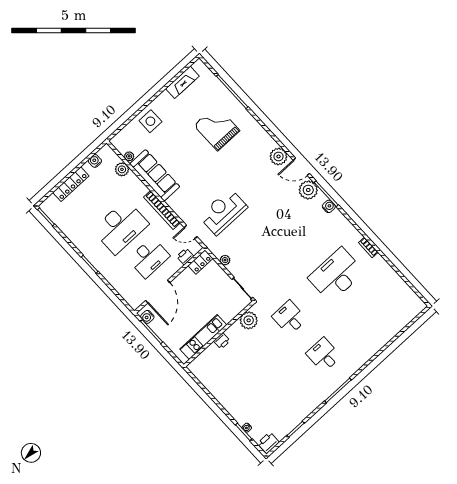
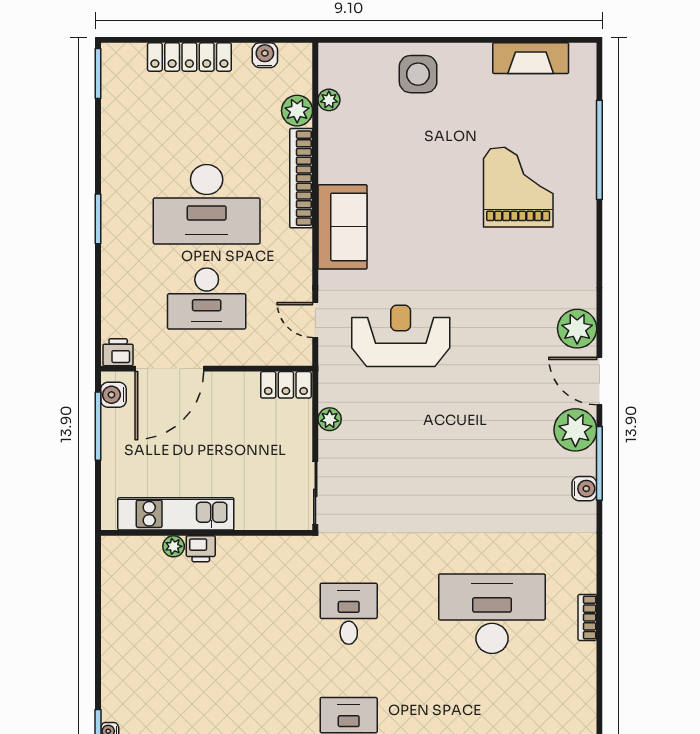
sofa: (155, 175) -> (343, 227), moved, width x0.73
bookcase: (162, 210) -> (301, 178), moved
printer: (185, 257) -> (118, 352), moved
plant: (249, 320) -> (174, 546), moved, width x0.53, depth x0.53

